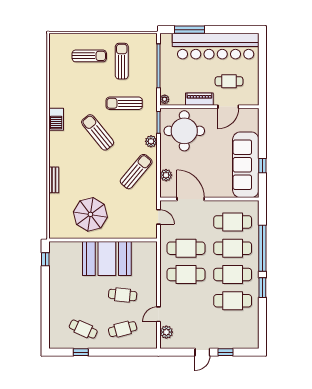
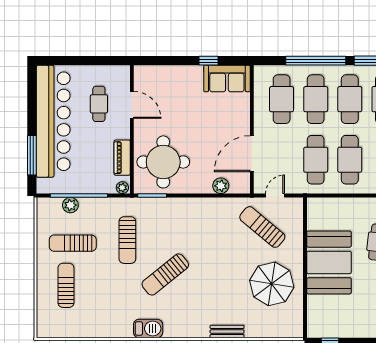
piano: (199, 99) -> (122, 158), moved
plant: (151, 141) -> (70, 205), moved
sofa: (246, 165) -> (227, 79), width x0.54, depth x0.79
sun lounger: (136, 172) -> (262, 227), moved

